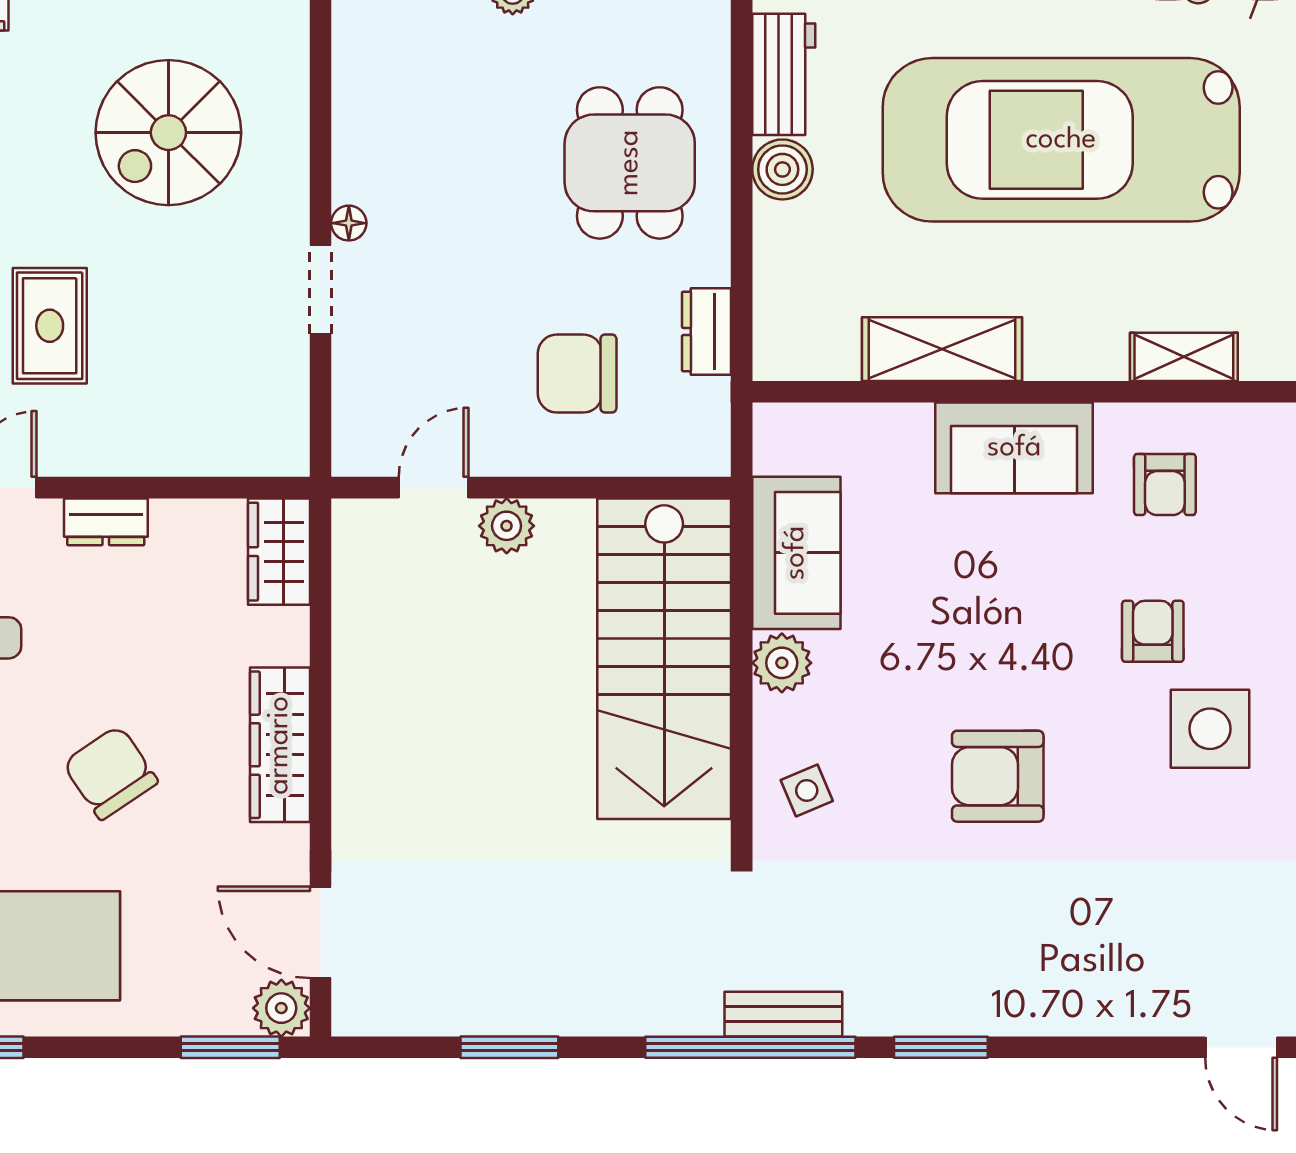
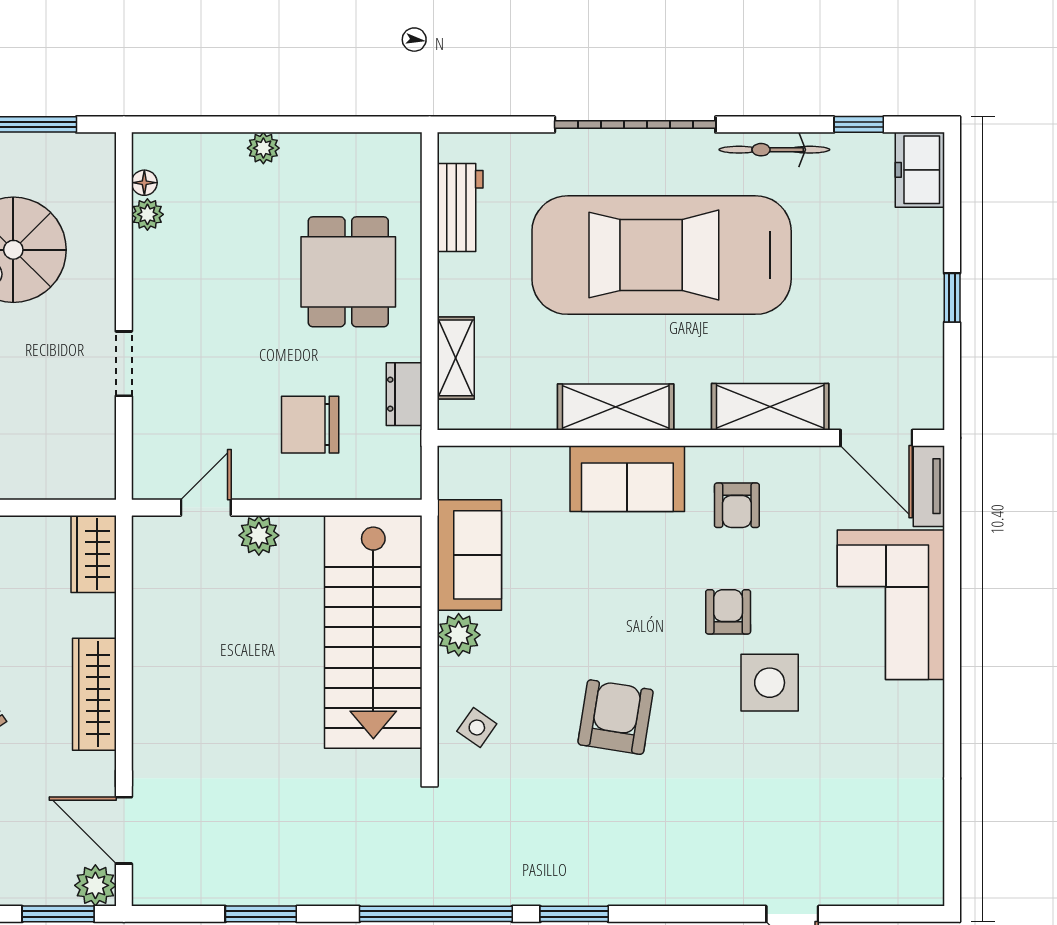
plant: (353, 84) -> (147, 214), added
boiler: (782, 169) -> (459, 277), removed
floor lamp: (349, 223) -> (144, 183), moved
shelving: (778, 282) -> (456, 358), added
shelving: (942, 349) -> (616, 407), moved
shelving: (1184, 357) -> (770, 407), width x1.50, depth x1.33
armchair: (998, 776) -> (615, 717), turned 99
side table: (807, 791) -> (477, 727), turned -32
bench: (783, 1014) -> (460, 890), removed

